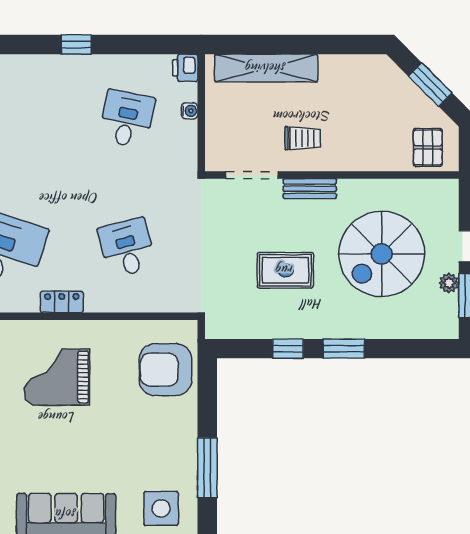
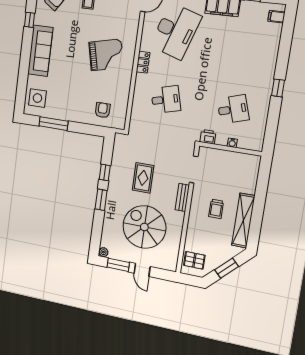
printer: (185, 68) -> (208, 137), moved
shelving: (266, 68) -> (243, 221), moved
desk: (127, 119) -> (233, 109), turned -30
trolley: (303, 138) -> (216, 209), moved
plant: (449, 283) -> (103, 252), moved
armchair: (165, 370) -> (103, 110), width x0.53, depth x0.53
grand piano: (57, 377) -> (106, 55), turned 77

